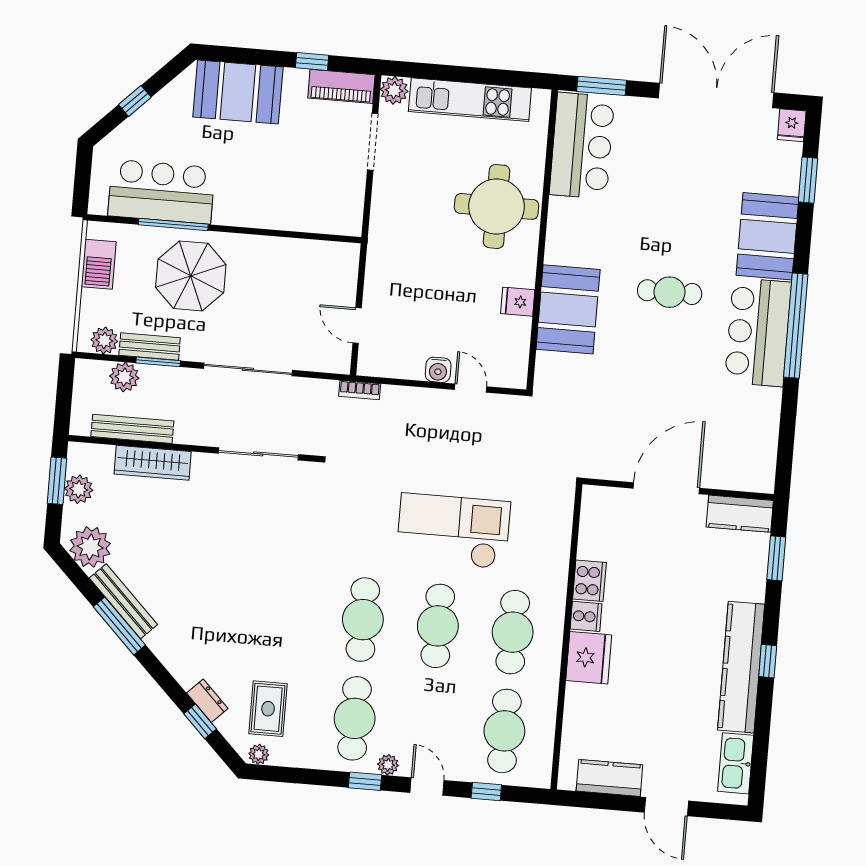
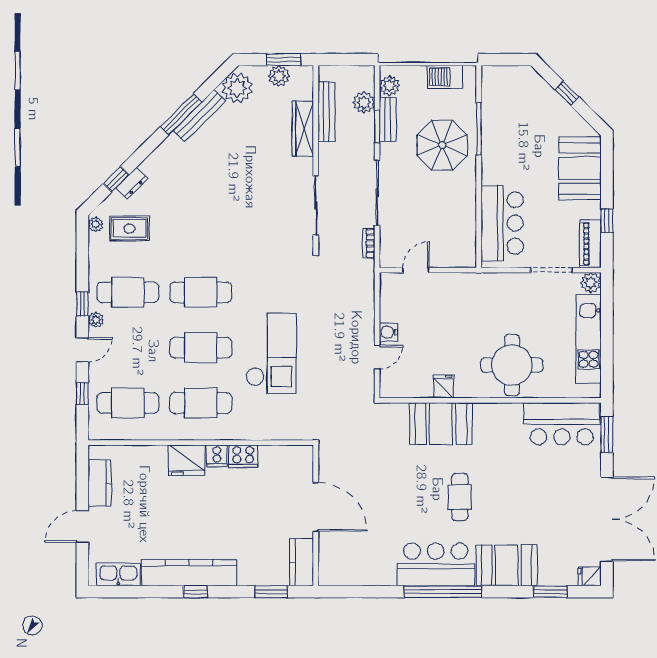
bar counter: (161, 192) -> (502, 223), moved
bookcase: (360, 390) -> (369, 243), moved

